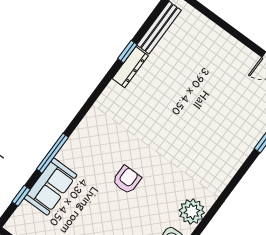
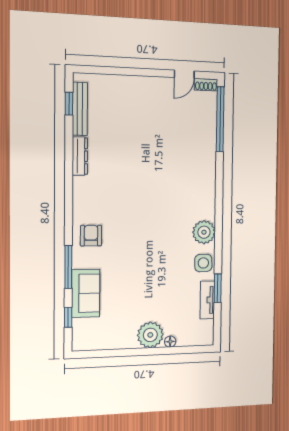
window: (127, 52) -> (69, 104), moved
armchair: (127, 180) -> (91, 236), moved

